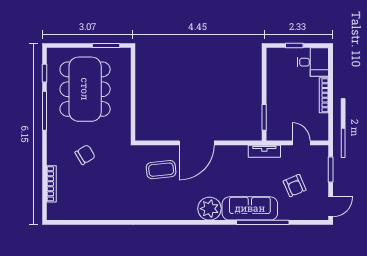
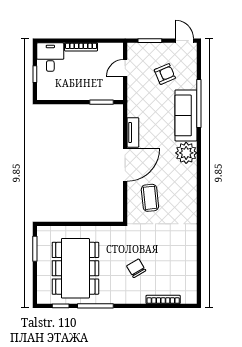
dining table: (85, 89) -> (75, 268), turned 90
door: (197, 143) -> (125, 165), hinge flipped
tv unit: (264, 151) -> (133, 132), moved

